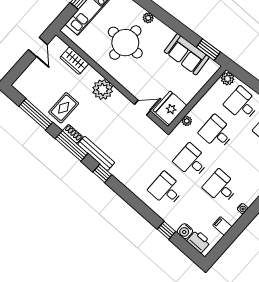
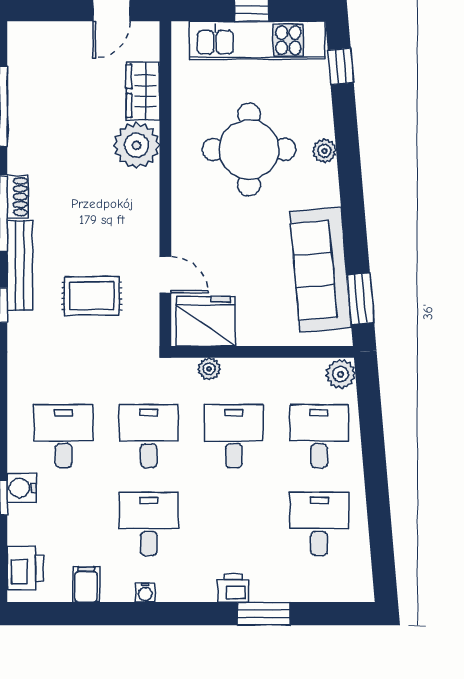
sofa: (187, 54) -> (321, 270), width x1.36
plant: (103, 90) -> (137, 145), moved
rug: (64, 108) -> (92, 296), moved
water cooler: (185, 231) -> (22, 488), moved

